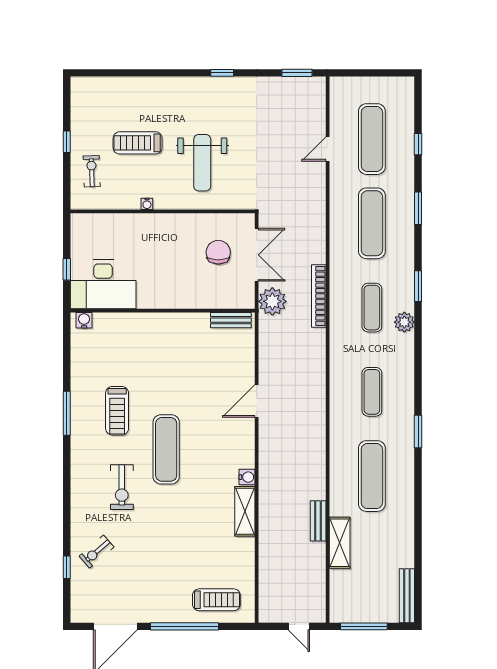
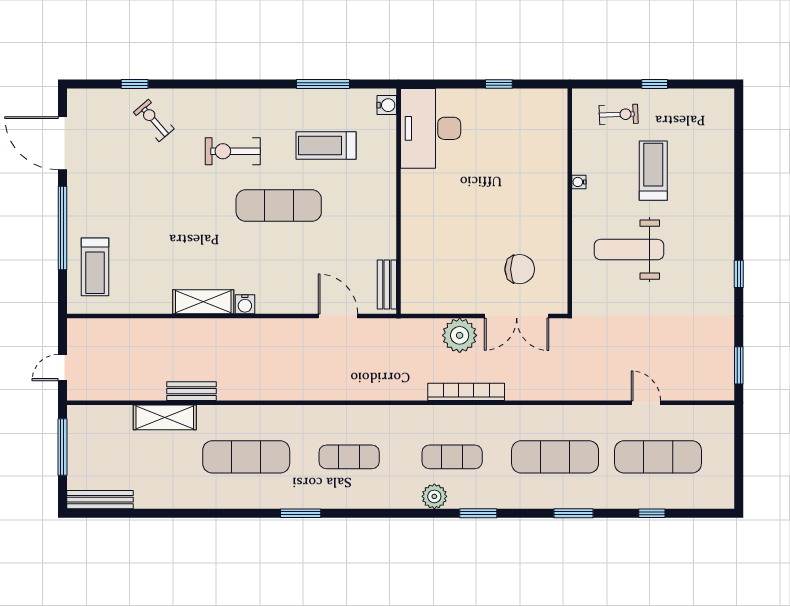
desk: (103, 284) -> (431, 128), moved
wall: (163, 311) -> (398, 201), moved
water cooler: (84, 320) -> (387, 105), moved
bench: (231, 320) -> (387, 285), moved

